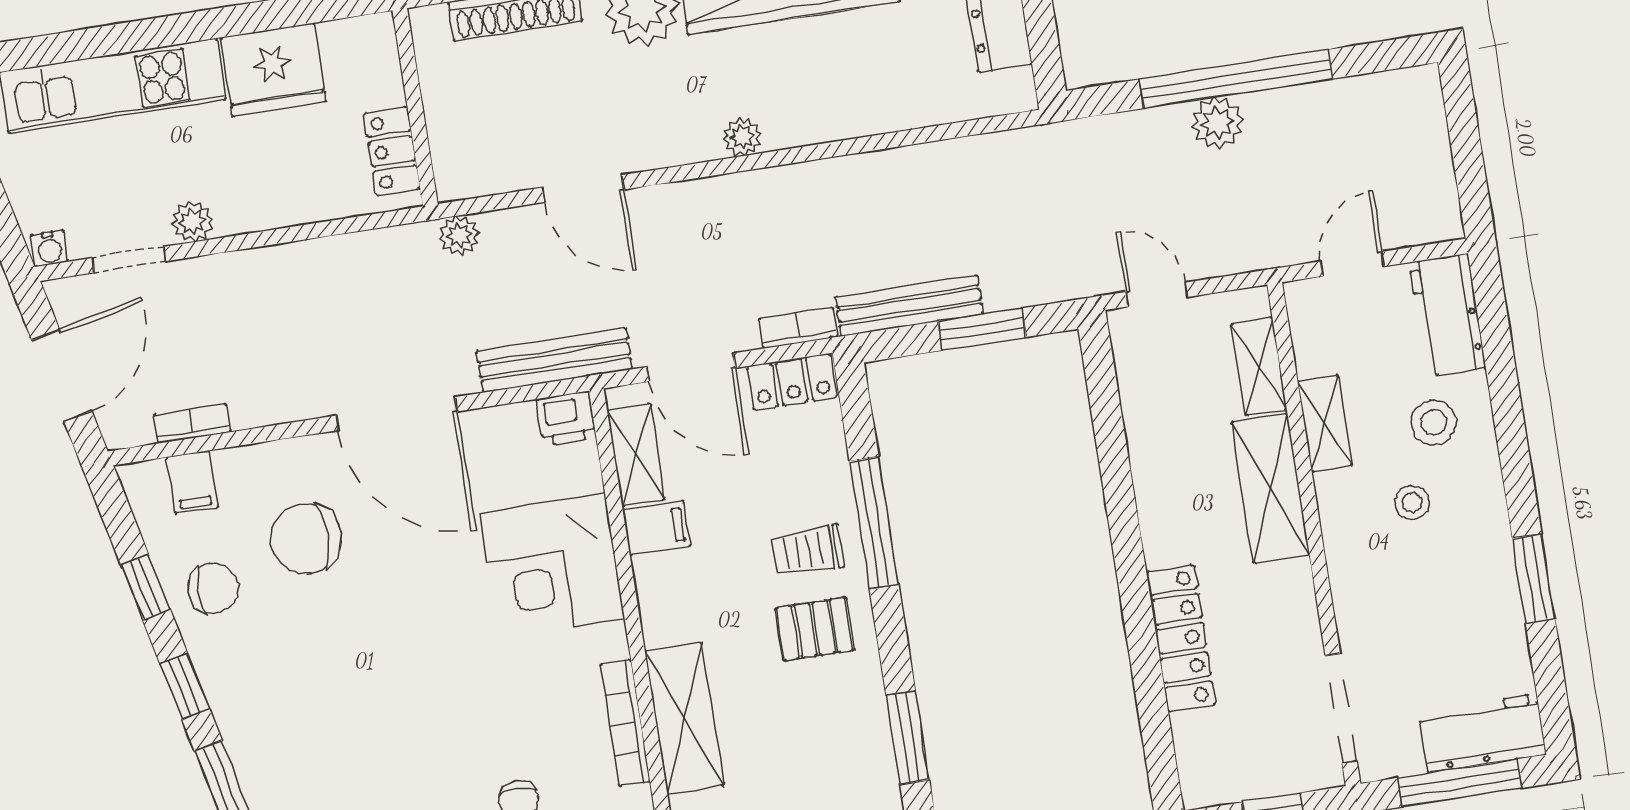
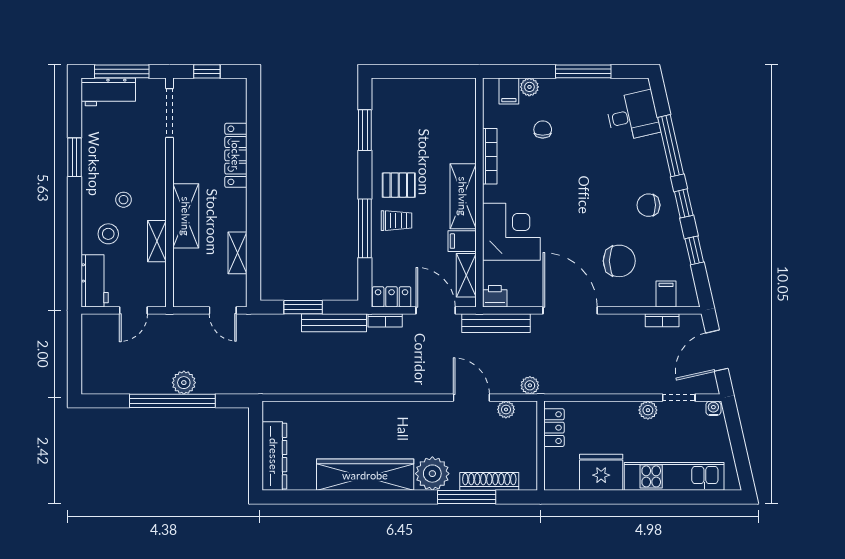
plant: (742, 137) -> (506, 409), moved
shelving: (1259, 367) -> (238, 253), moved
chair: (213, 588) -> (648, 205), moved
shelving: (684, 718) -> (463, 196), moved

